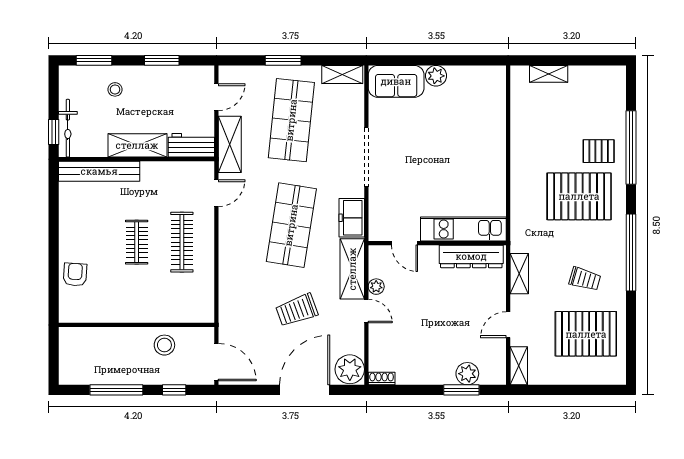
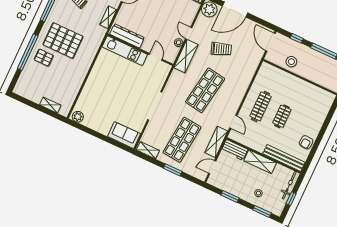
plant: (436, 76) -> (78, 117), moved
window: (54, 132) -> (291, 199), moved
door: (216, 193) -> (233, 122), swing flipped
freezer: (352, 218) -> (175, 80), removed
armchair: (75, 275) -> (306, 142), moved

